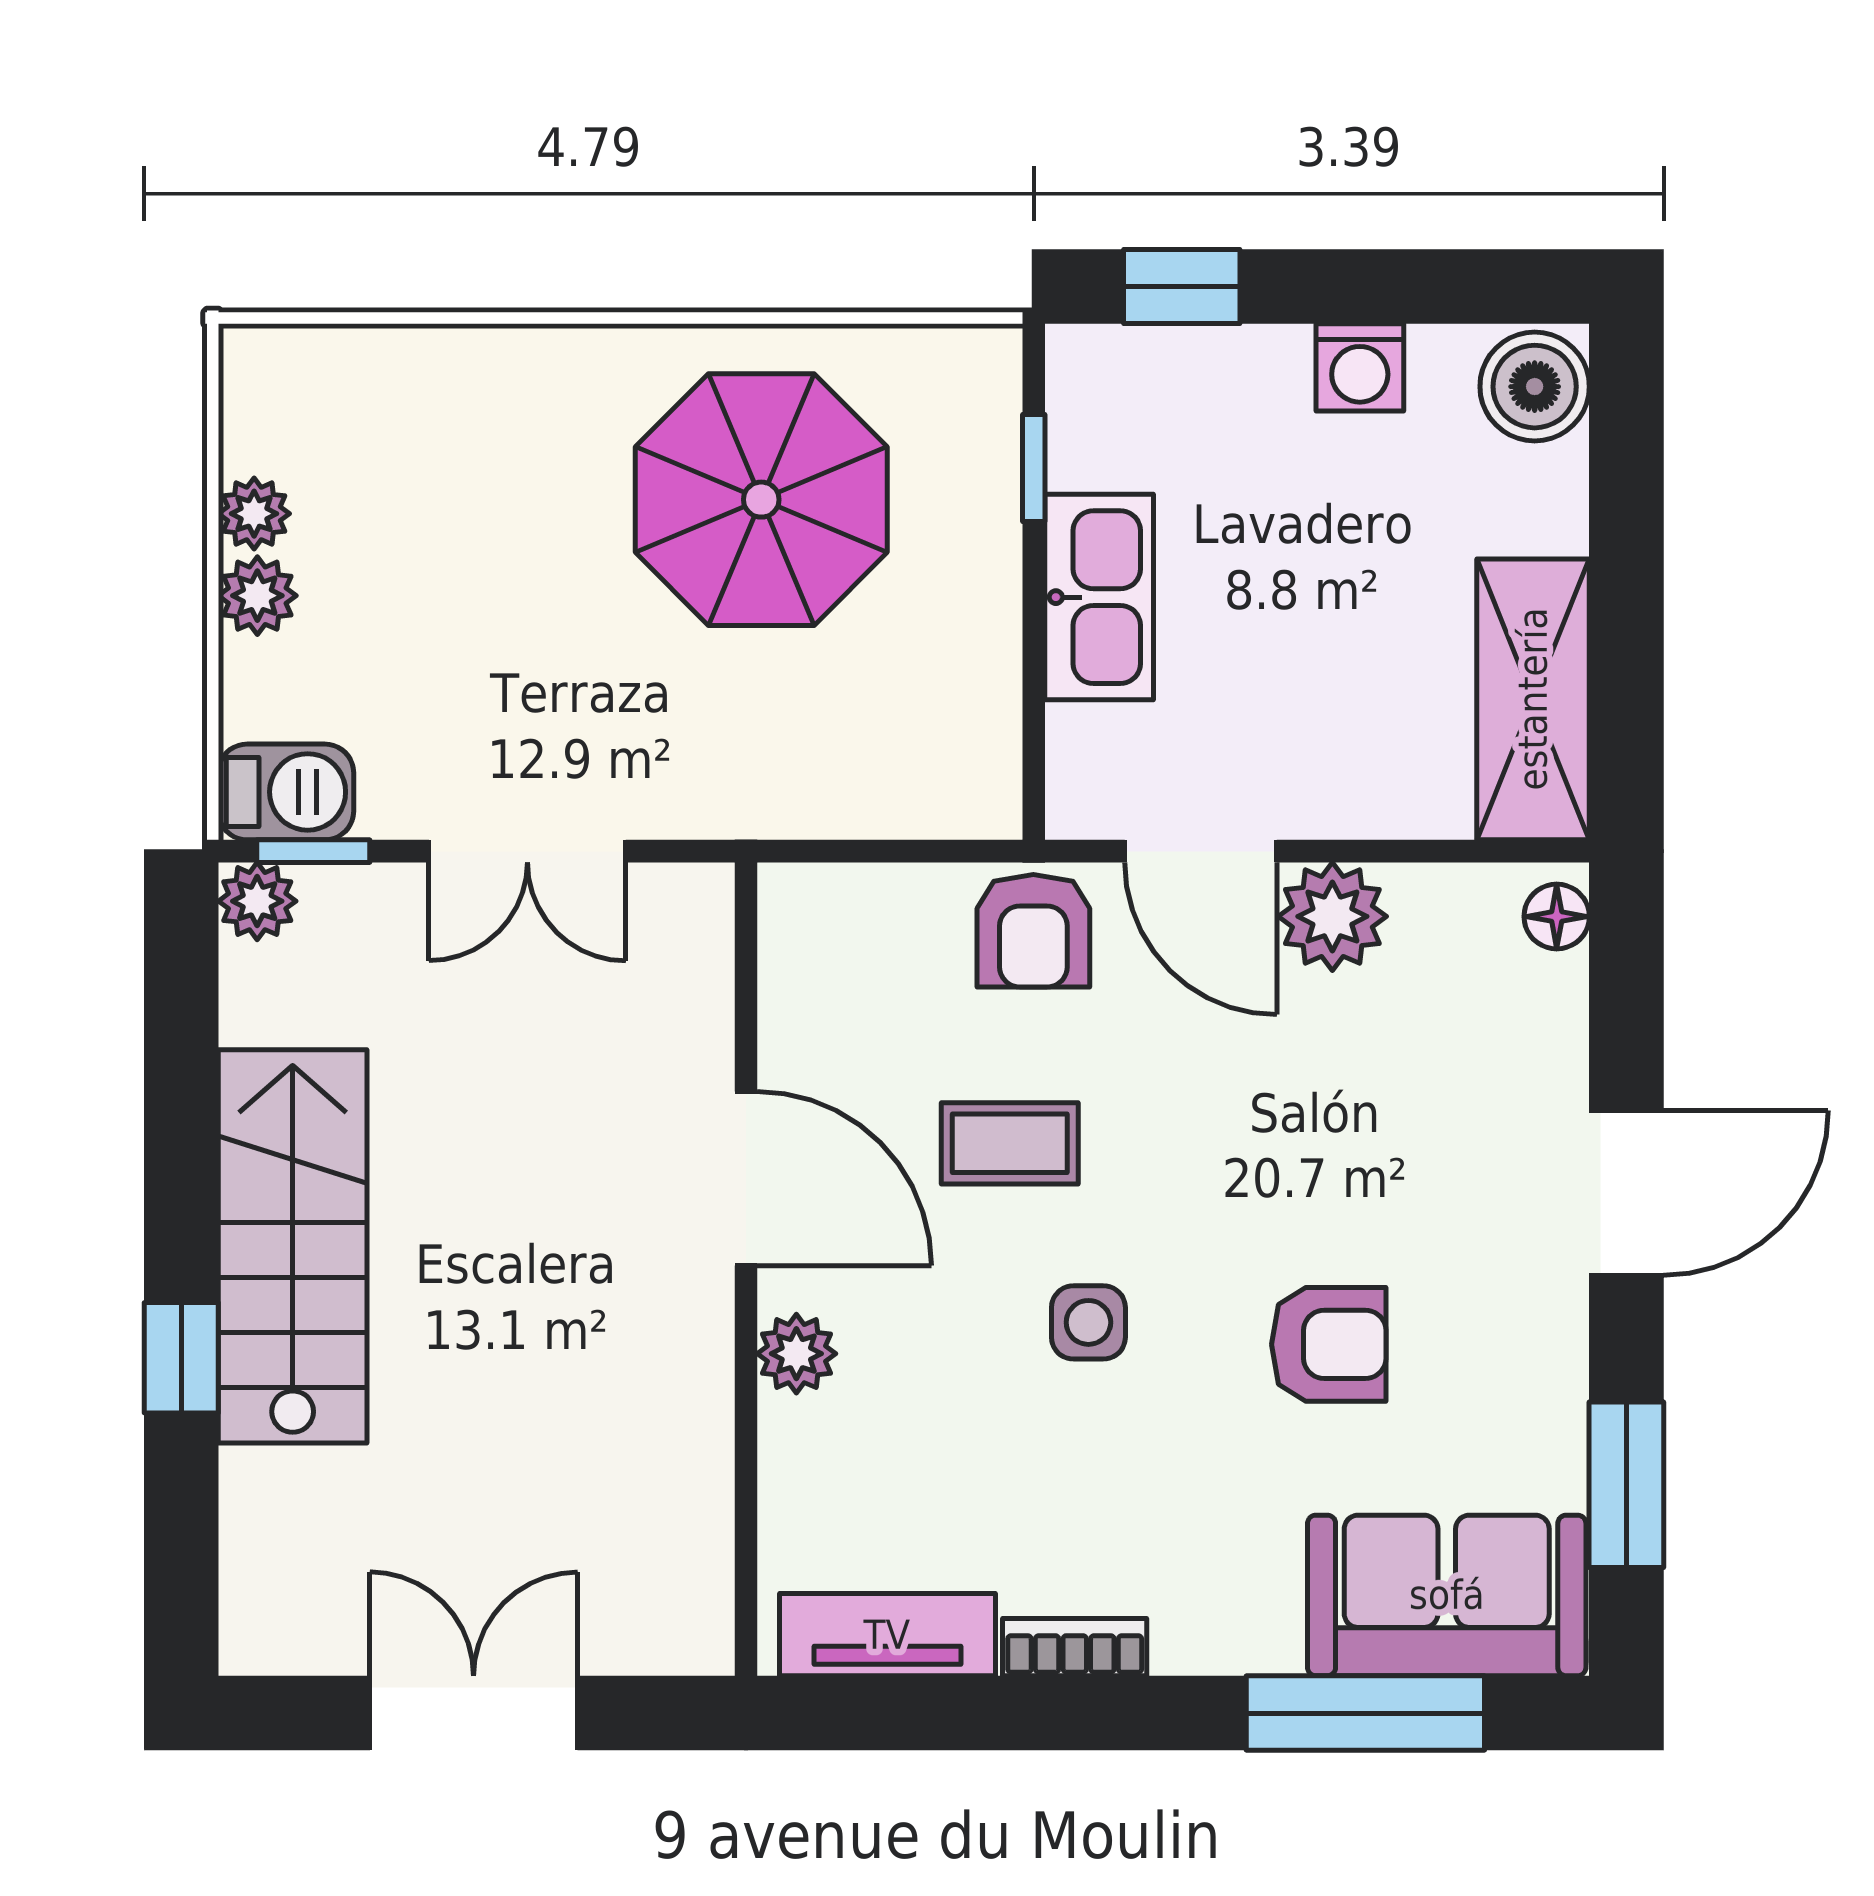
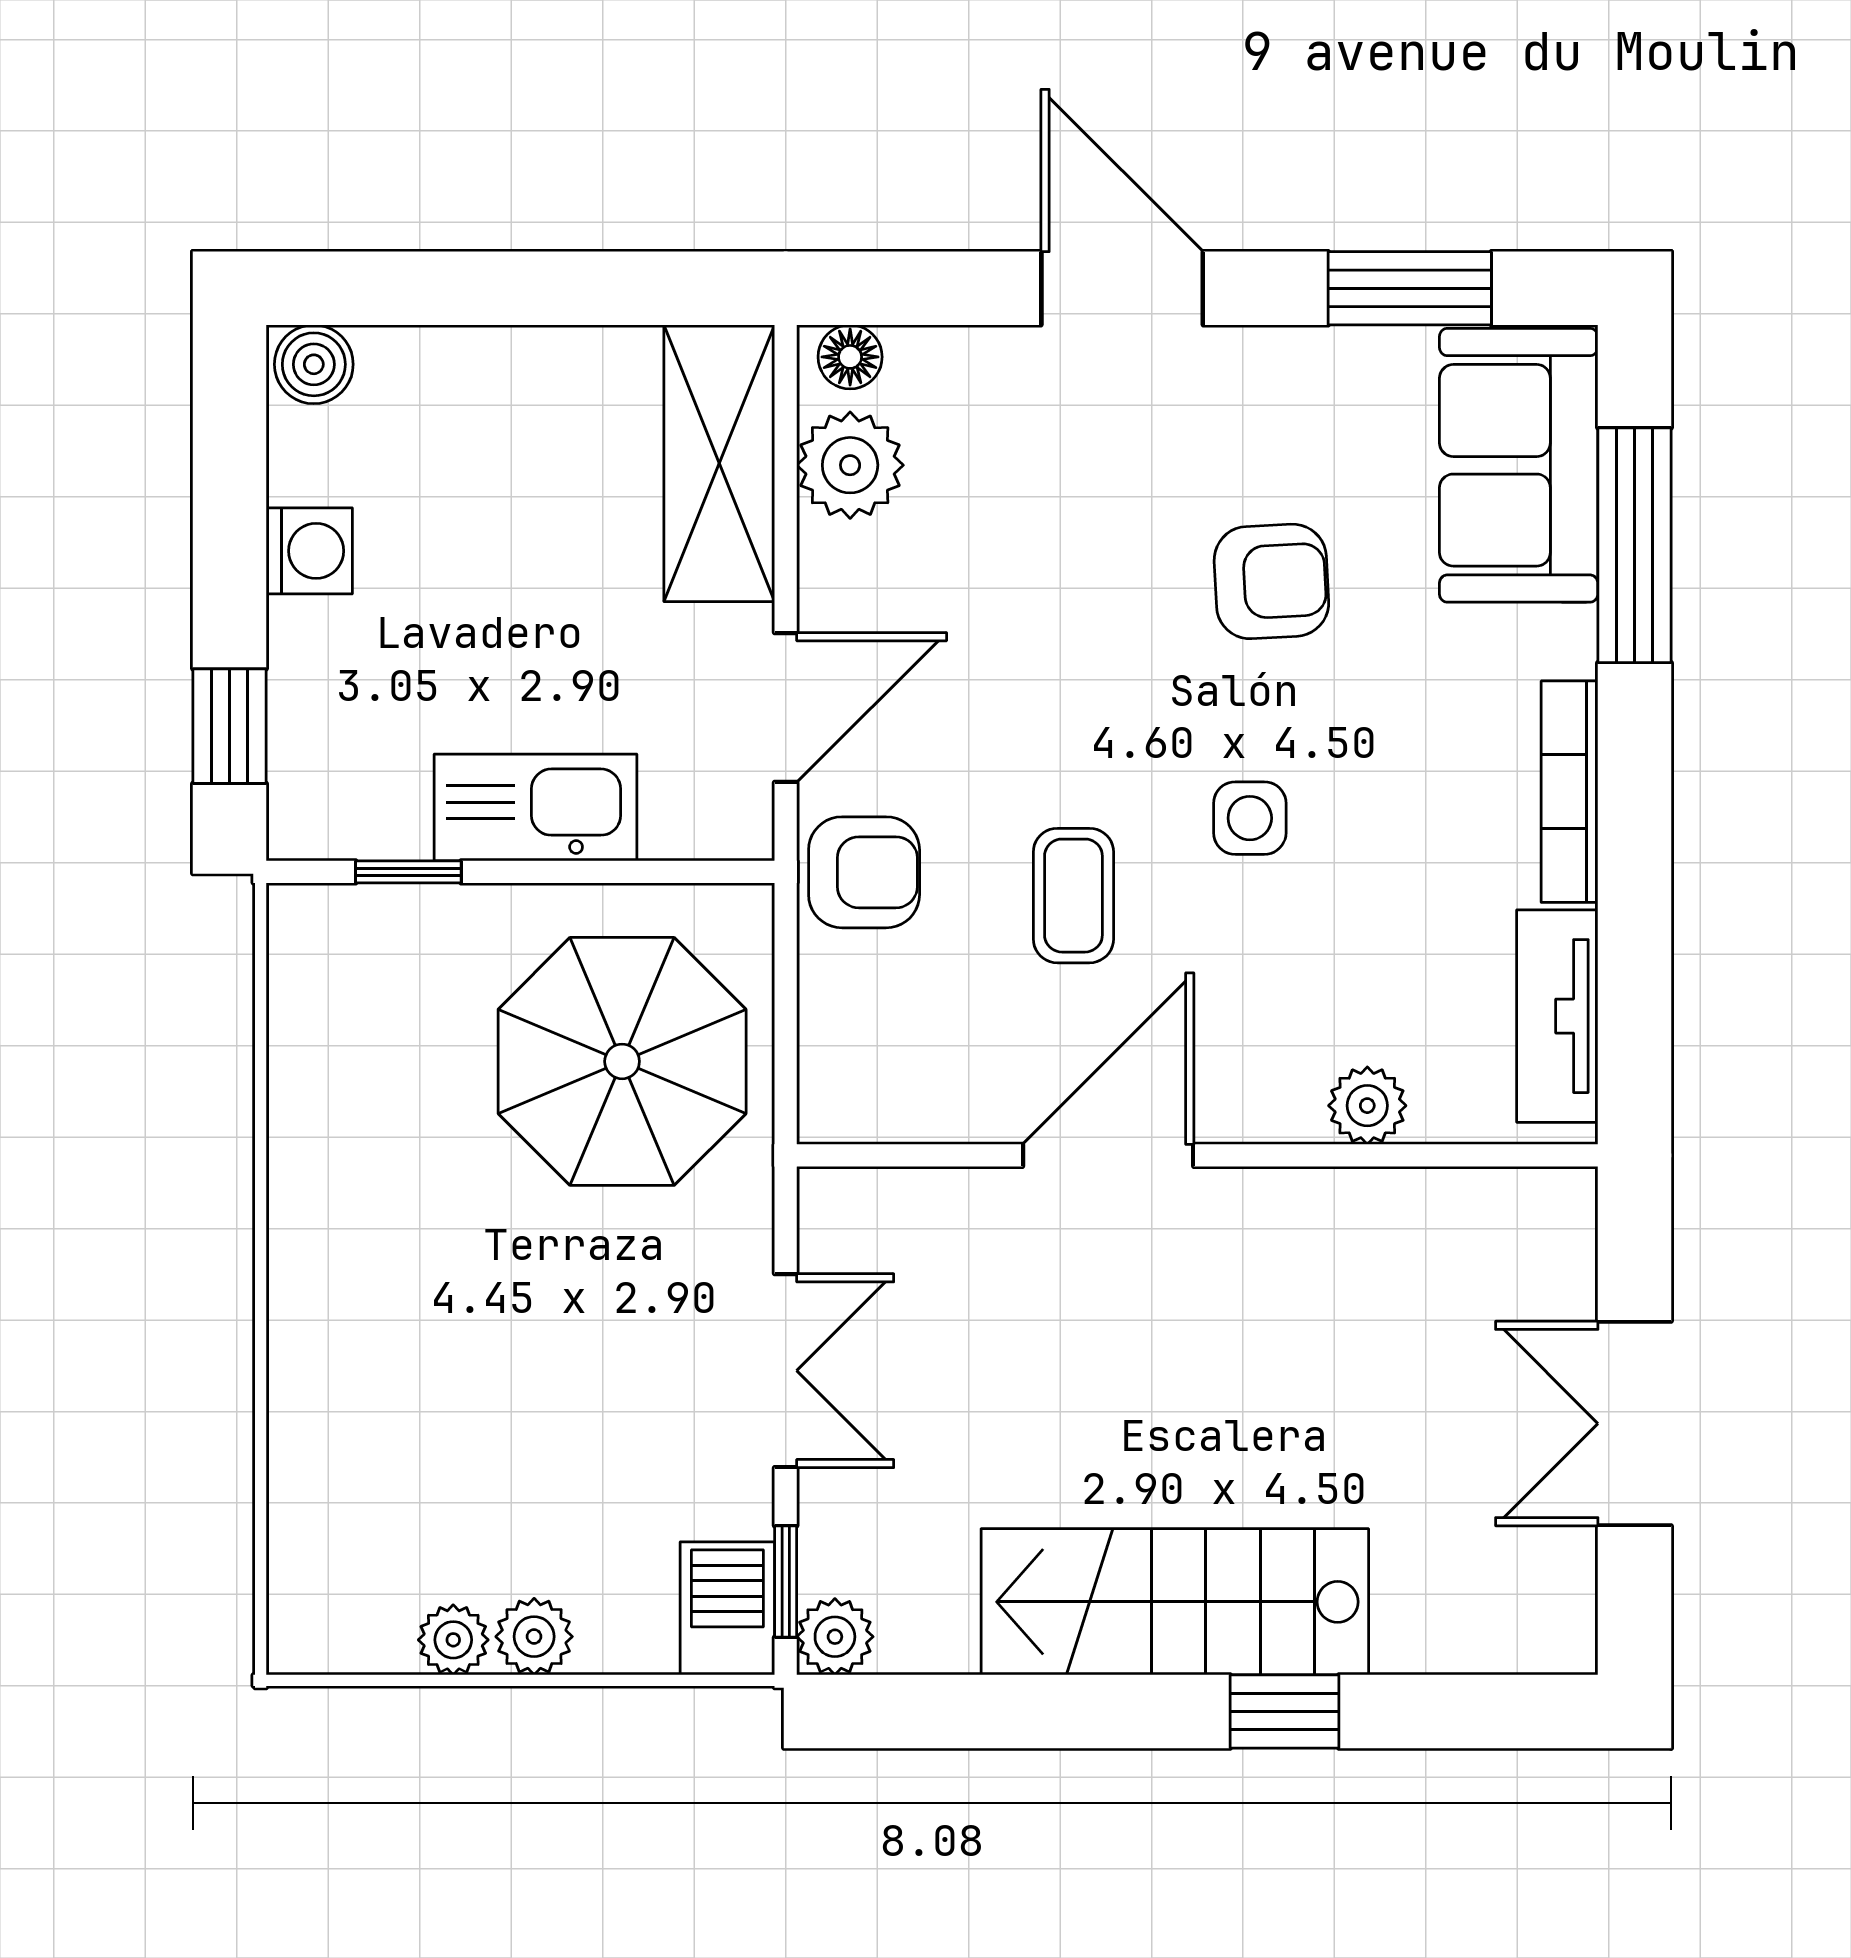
boiler: (1535, 387) -> (314, 364), width x0.73, depth x0.73
parasol: (761, 500) -> (622, 1061), moved
shelving: (1533, 699) -> (719, 463), moved, turned 90
plant: (1332, 916) -> (850, 465), moved
armchair: (1329, 1344) -> (1271, 581), turned 87
plant: (796, 1354) -> (1367, 1106), moved
bookcase: (1075, 1647) -> (1570, 792), width x1.56

